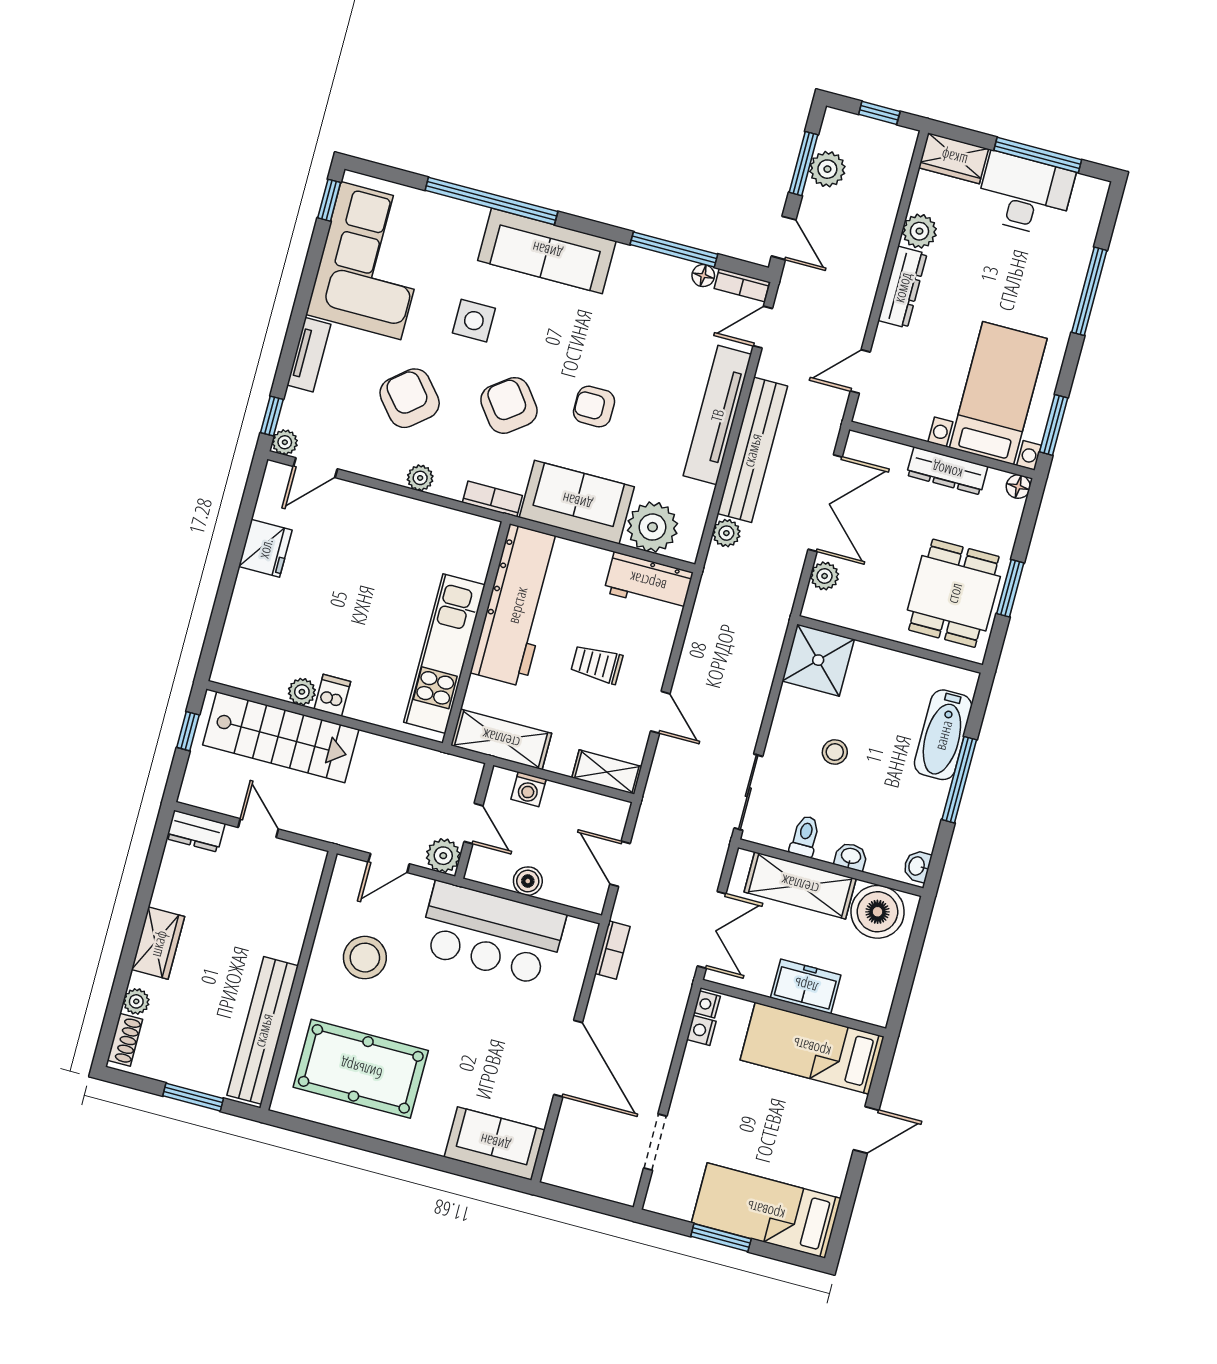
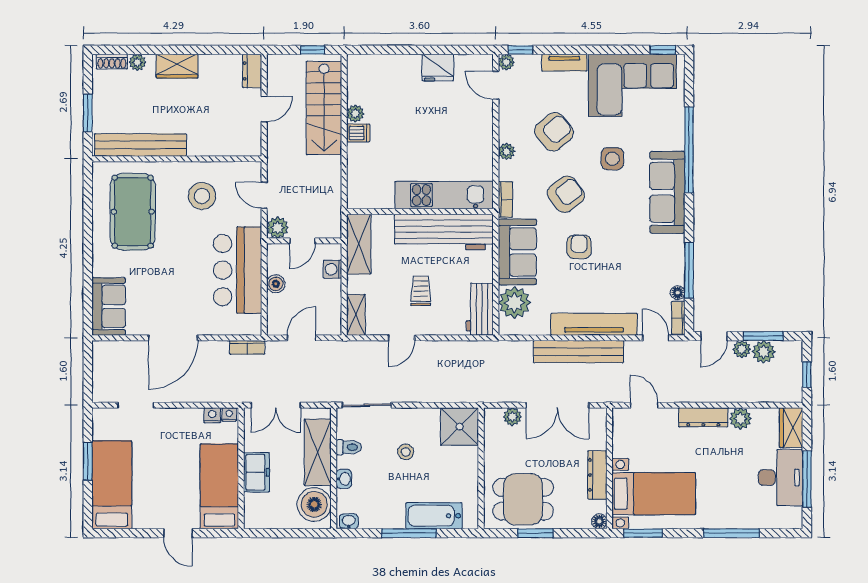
plant: (726, 533) -> (742, 349), moved
kitchen unit: (444, 654) -> (444, 195), moved

